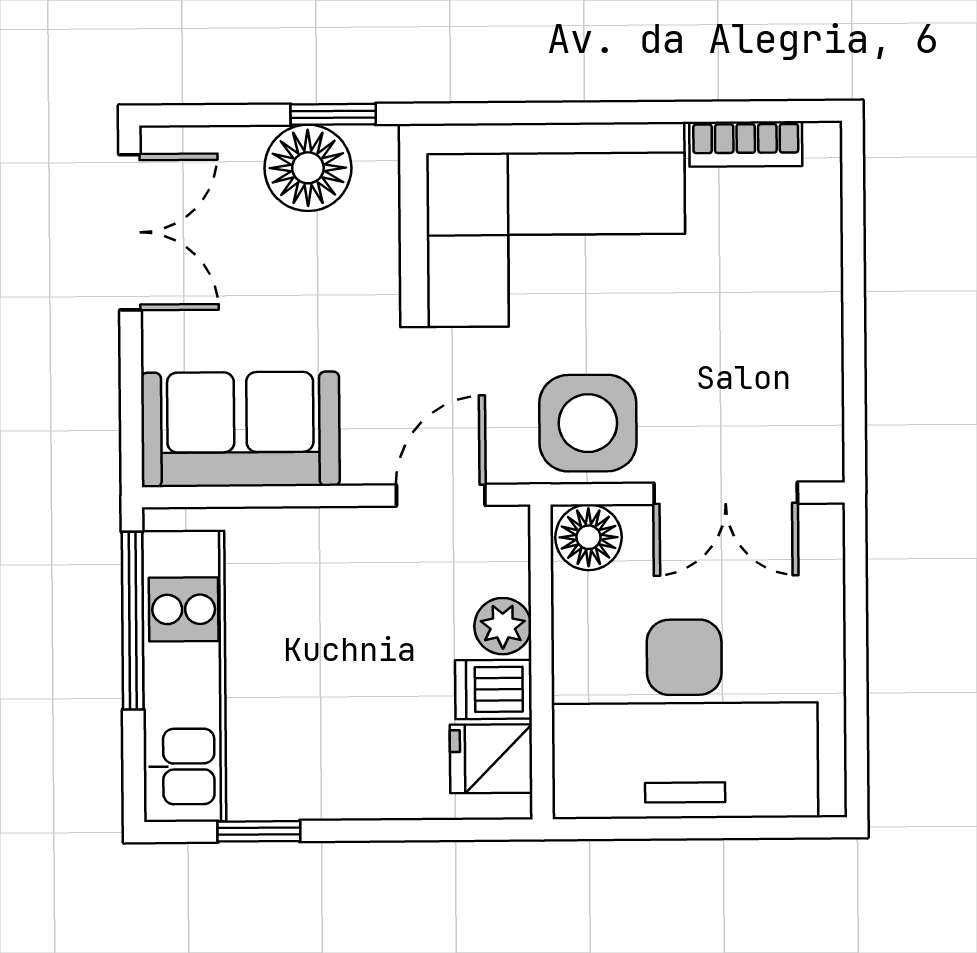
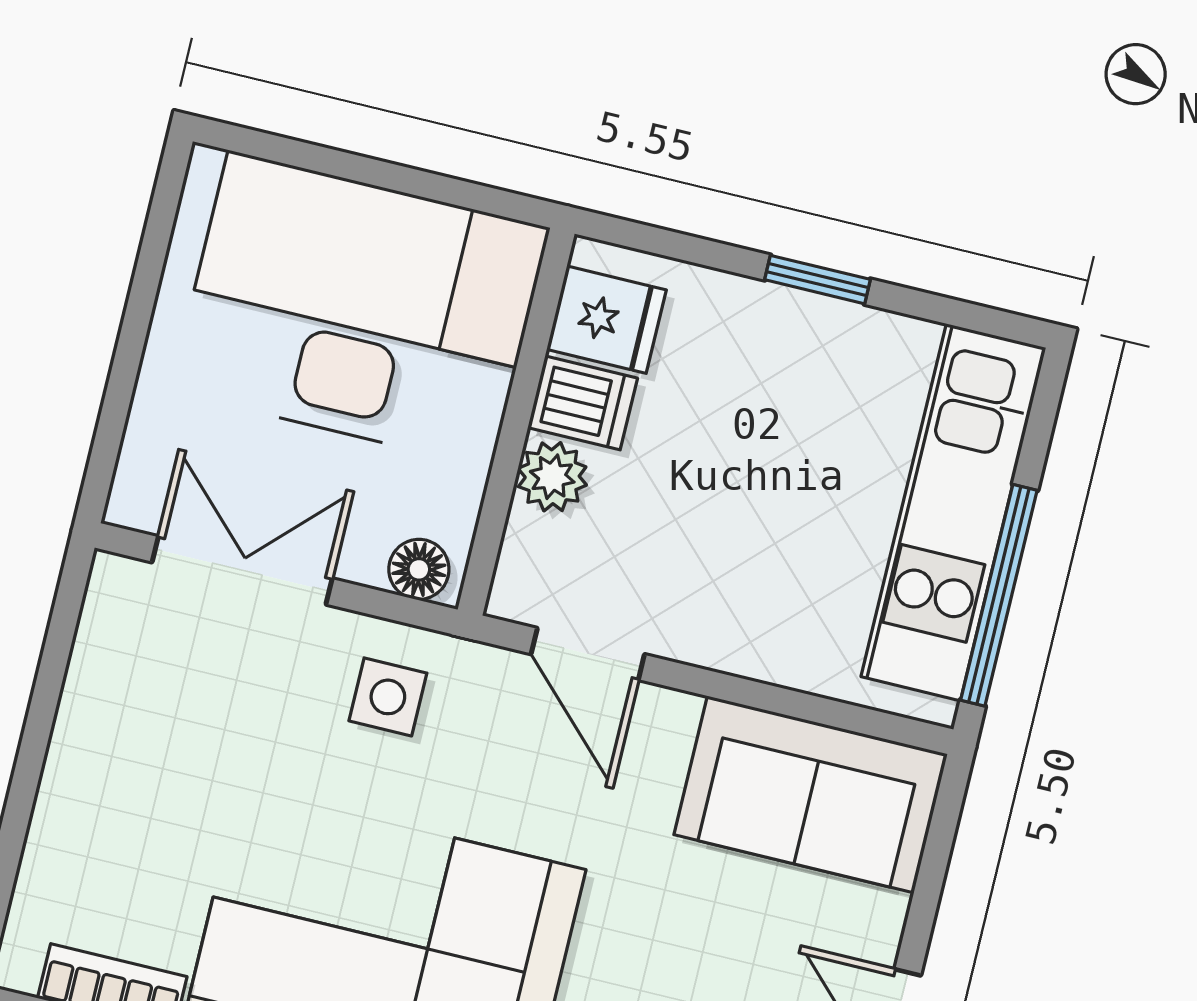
side table: (588, 423) -> (388, 697), width x0.54, depth x0.54
door: (441, 495) -> (588, 654), hinge flipped
floor lamp: (589, 537) -> (419, 569), width x0.73, depth x0.73
window: (259, 831) -> (817, 280), moved

